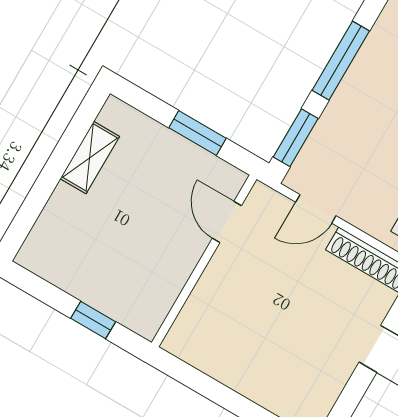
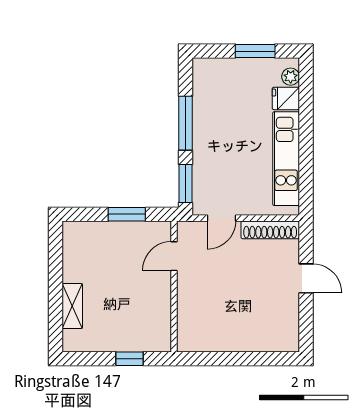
shelving: (90, 158) -> (72, 306), moved
door: (227, 222) -> (174, 256), hinge flipped

